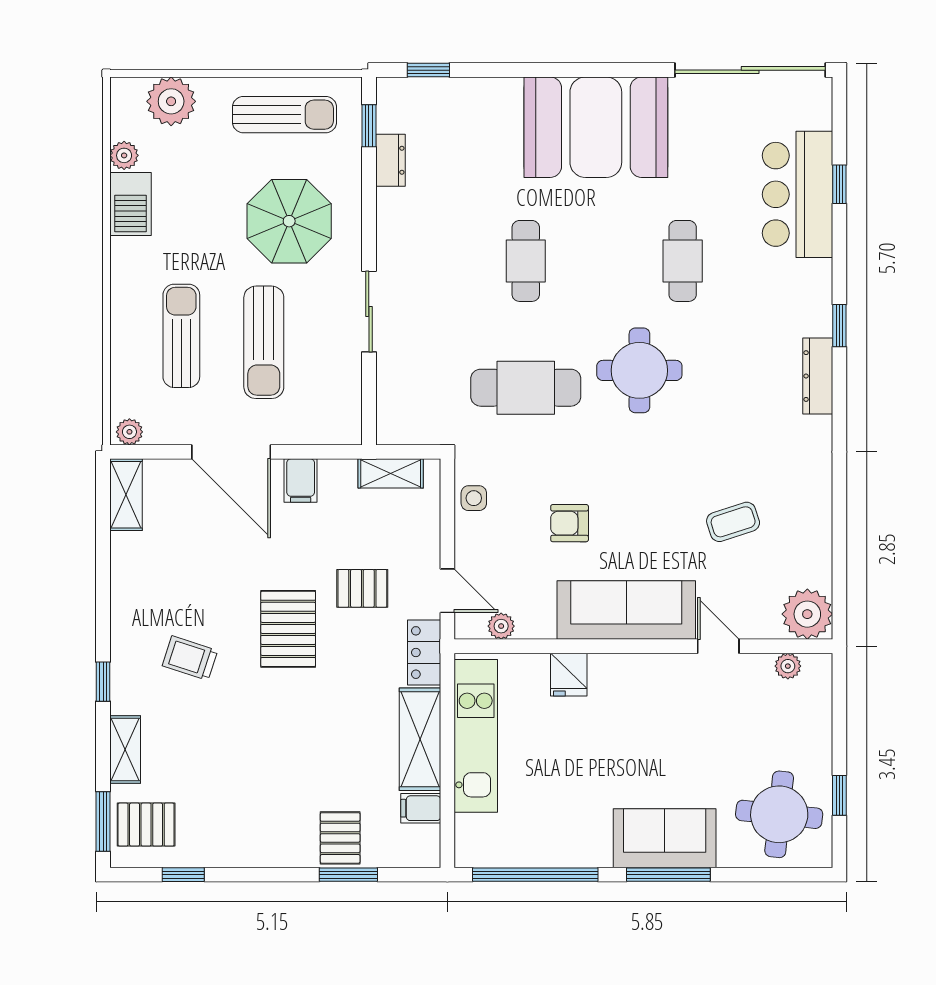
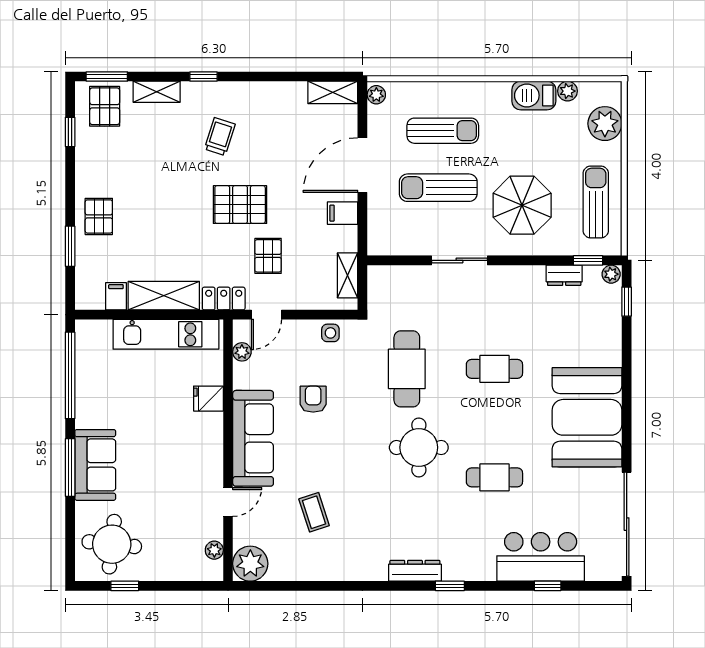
plant: (389, 92) -> (611, 274), added
sun lounger: (285, 115) -> (596, 202), turned 180
pallet: (340, 838) -> (99, 216), moved, turned 90

